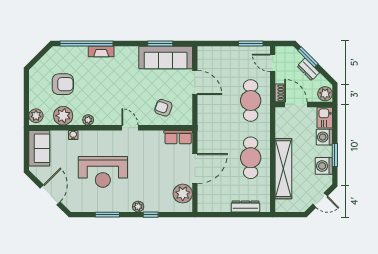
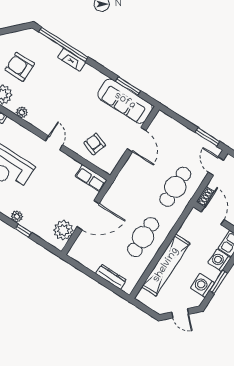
armchair: (63, 84) -> (20, 67), turned 180

